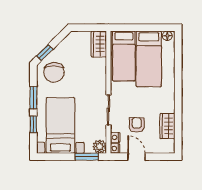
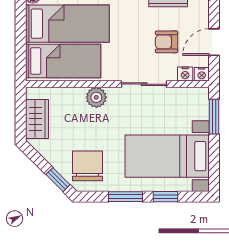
wardrobe: (99, 44) -> (37, 119), moved, turned -90
chair: (54, 72) -> (88, 166), turned -90
plant: (100, 147) -> (96, 97), moved

